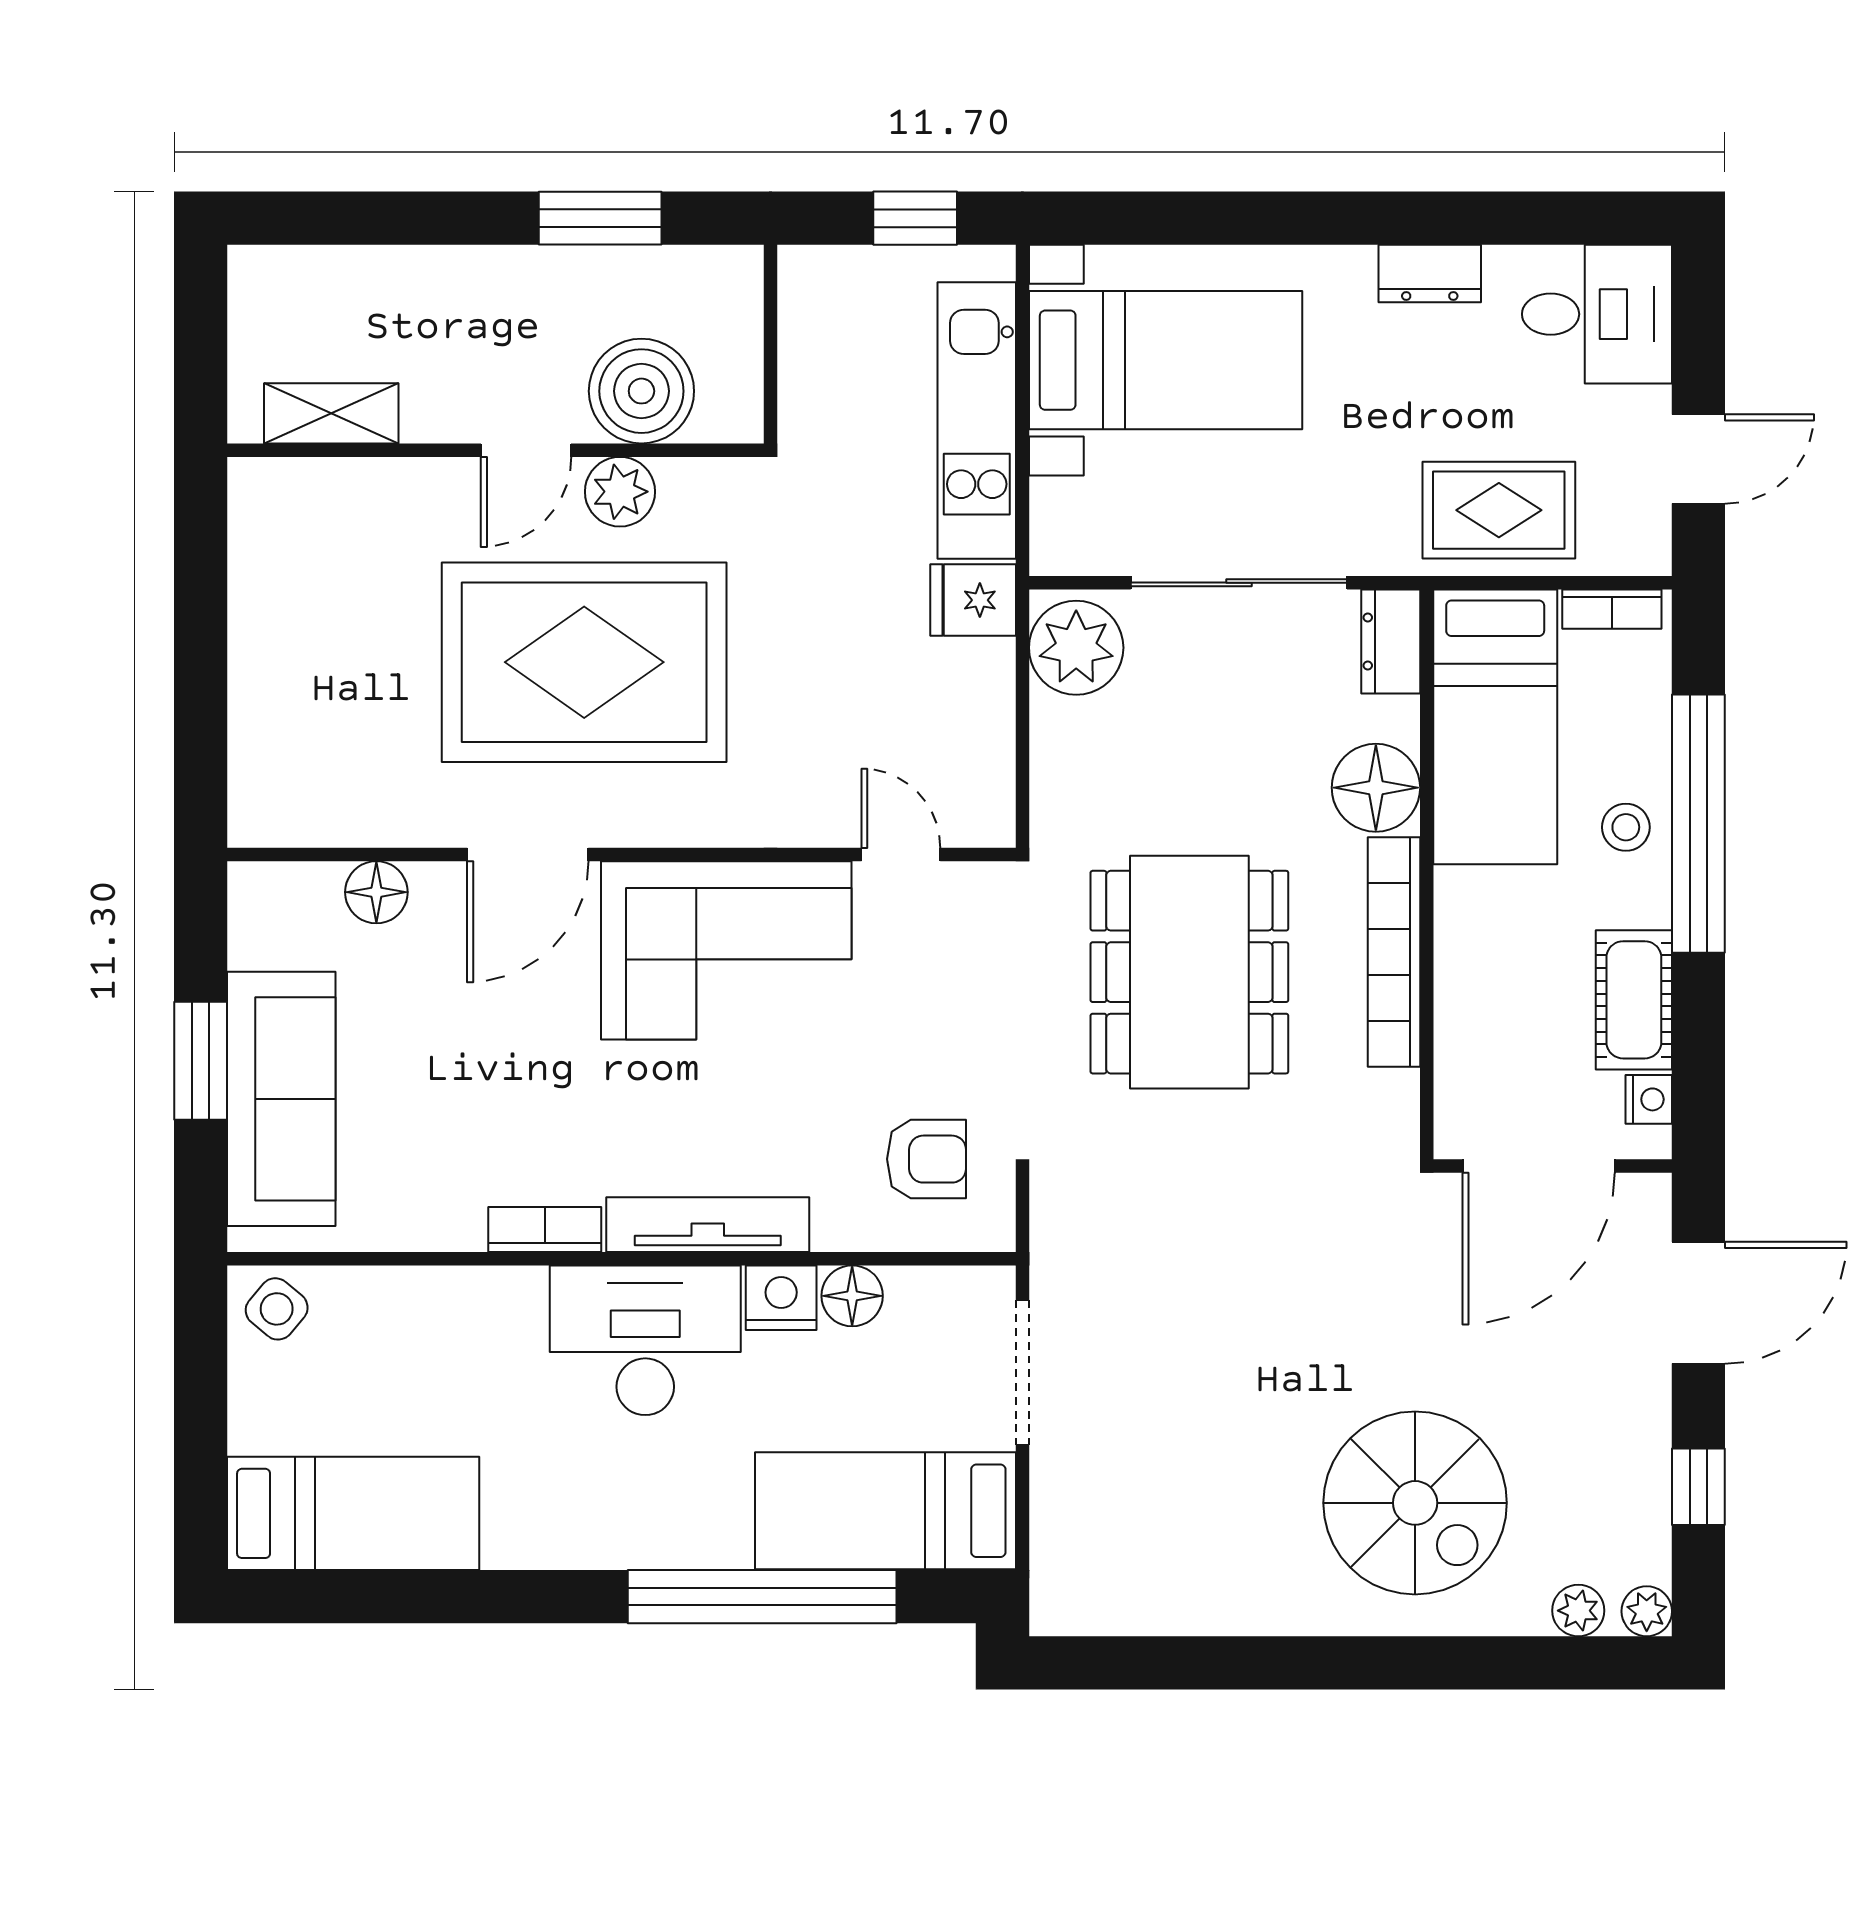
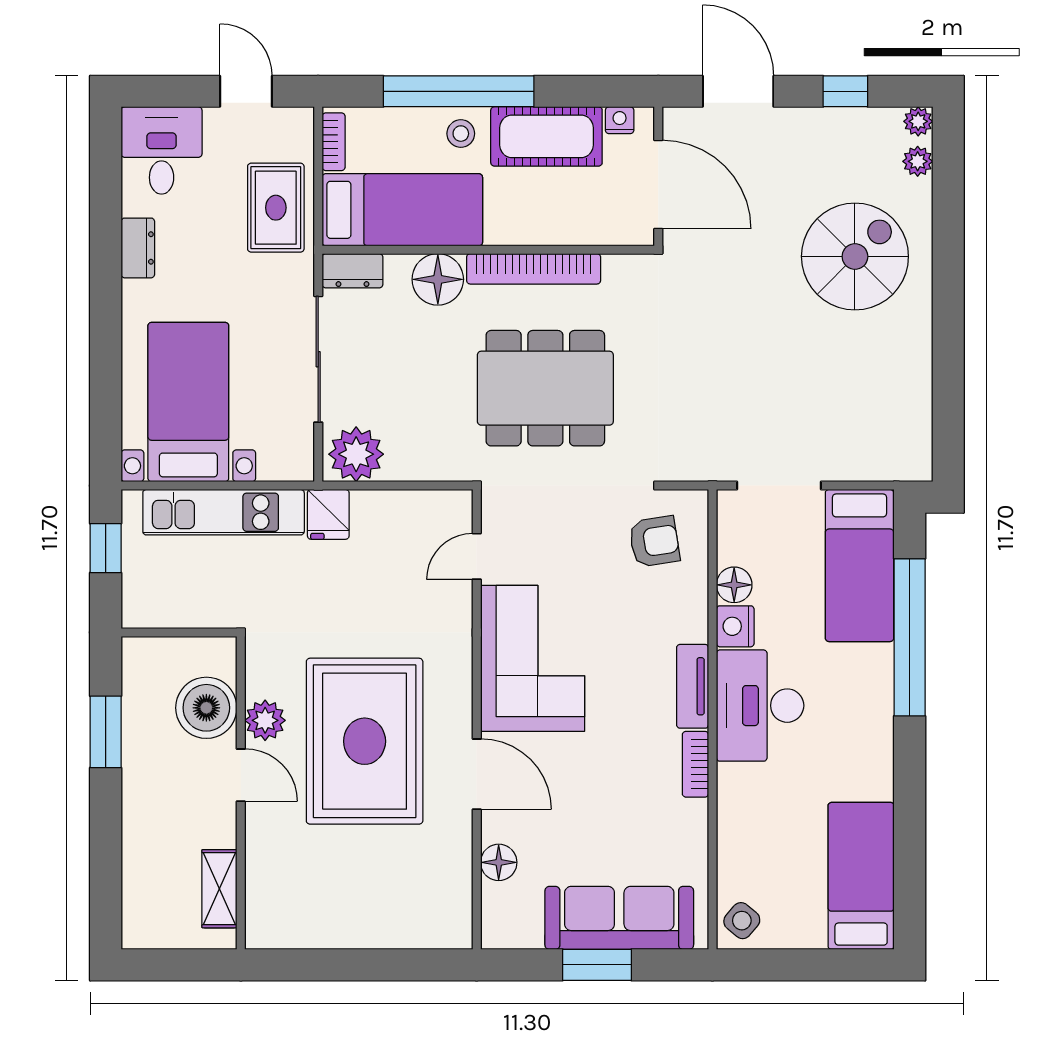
cot: (1634, 1000) -> (546, 136), width x1.37, depth x1.34
armchair: (927, 1159) -> (654, 541), turned 81
tv unit: (708, 1225) -> (693, 686), width x0.71

